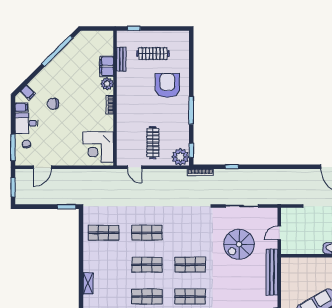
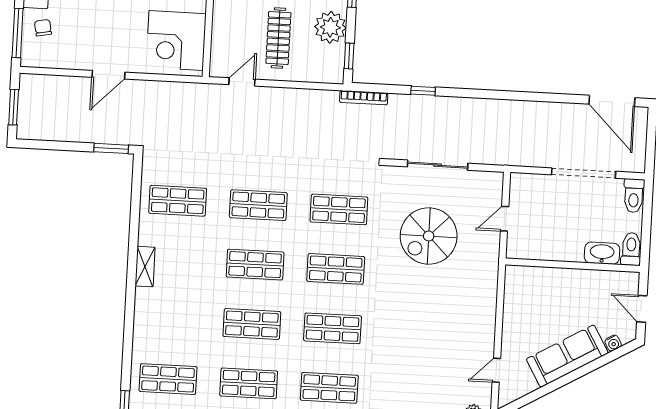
plant: (180, 157) -> (330, 27), moved
door: (42, 167) -> (108, 75), moved
door: (135, 167) -> (242, 82), swing flipped
shop shelf: (190, 233) -> (339, 209), added
bench: (272, 272) -> (487, 291), removed
shelving: (88, 283) -> (145, 267), moved

